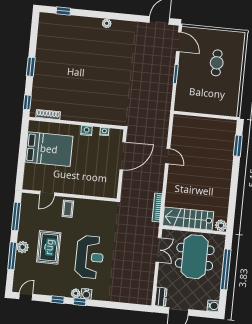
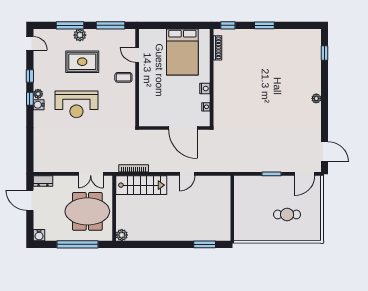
stairs: (188, 219) -> (141, 185), moved, turned 90

